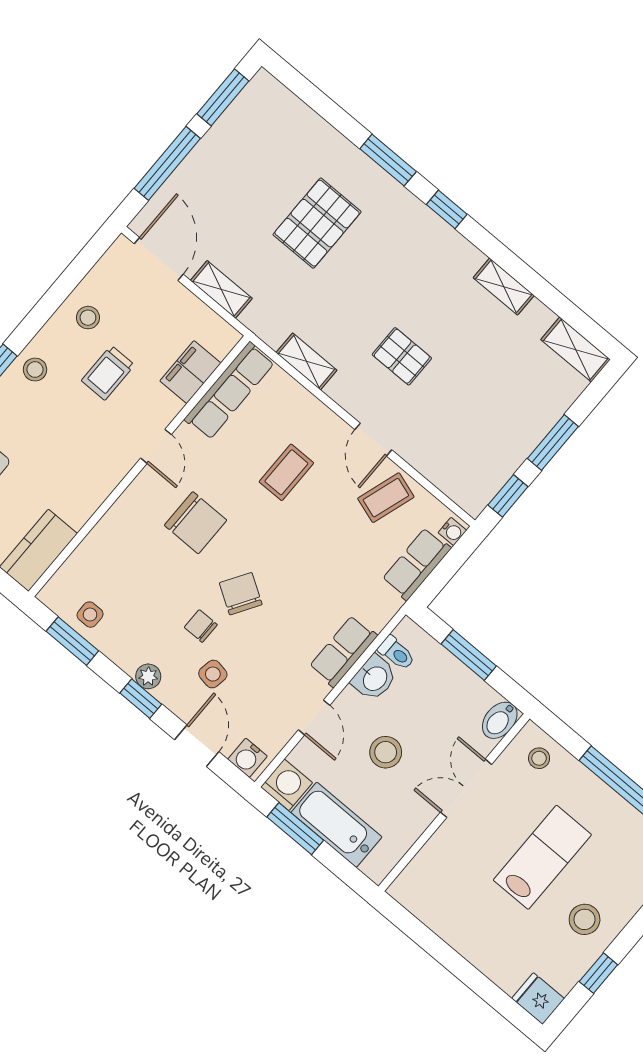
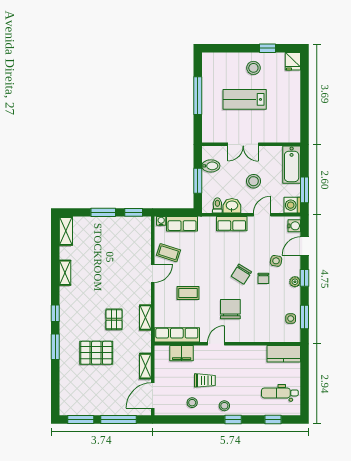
pallet: (402, 356) -> (114, 319), moved
bidet: (500, 720) -> (211, 166), moved
stool: (539, 758) -> (212, 128), removed
bathtub: (336, 825) -> (292, 165), moved

